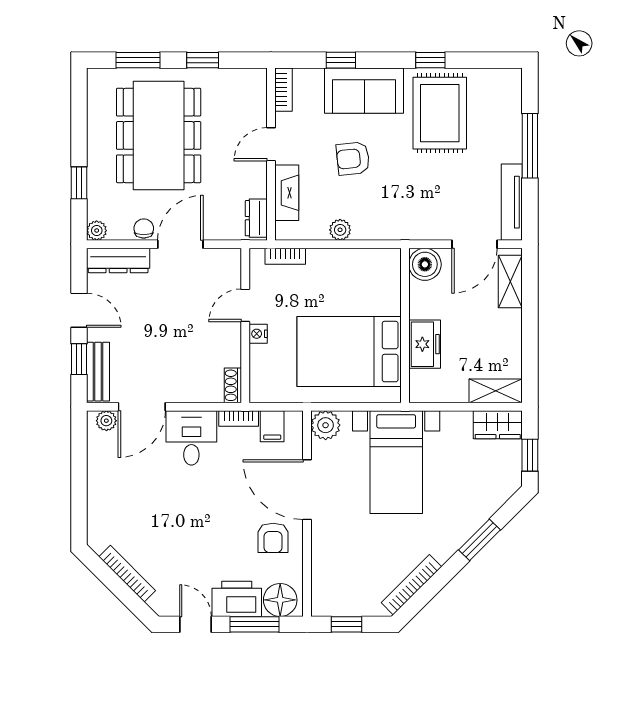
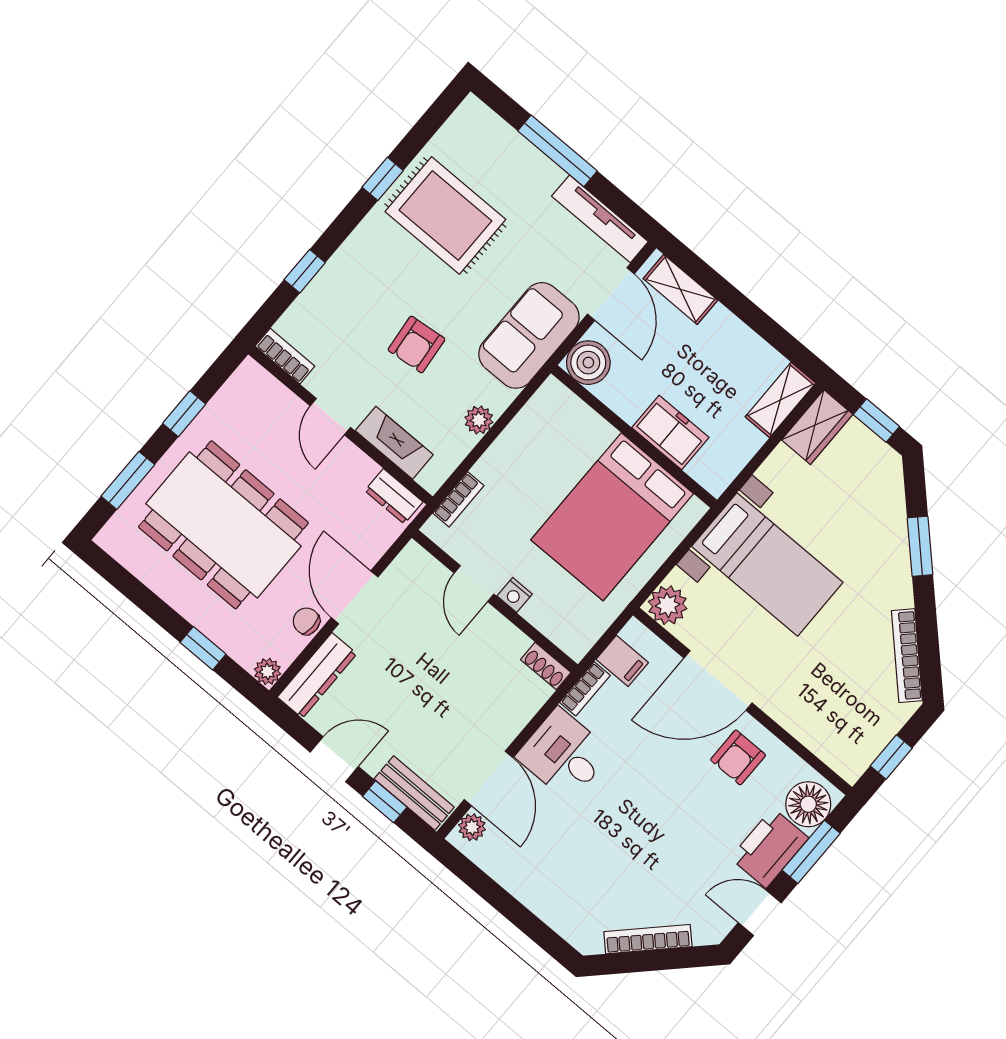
sofa: (364, 91) -> (529, 335), moved, turned 180
armchair: (273, 538) -> (738, 757), turned 90

